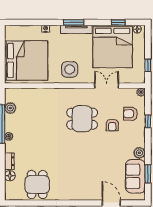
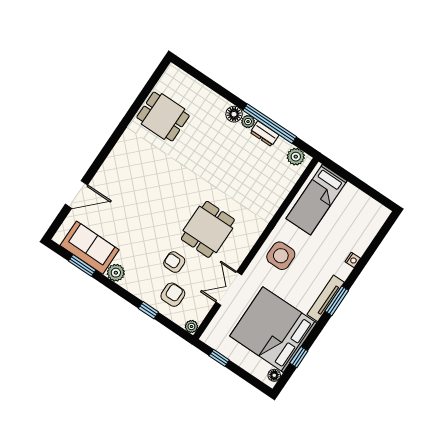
bed: (26, 60) -> (316, 200), width x0.49
double door: (107, 86) -> (229, 289), swing flipped
plant: (10, 108) -> (296, 157), moved
dresser: (9, 161) -> (265, 134), moved
floor lamp: (10, 176) -> (234, 114), moved

